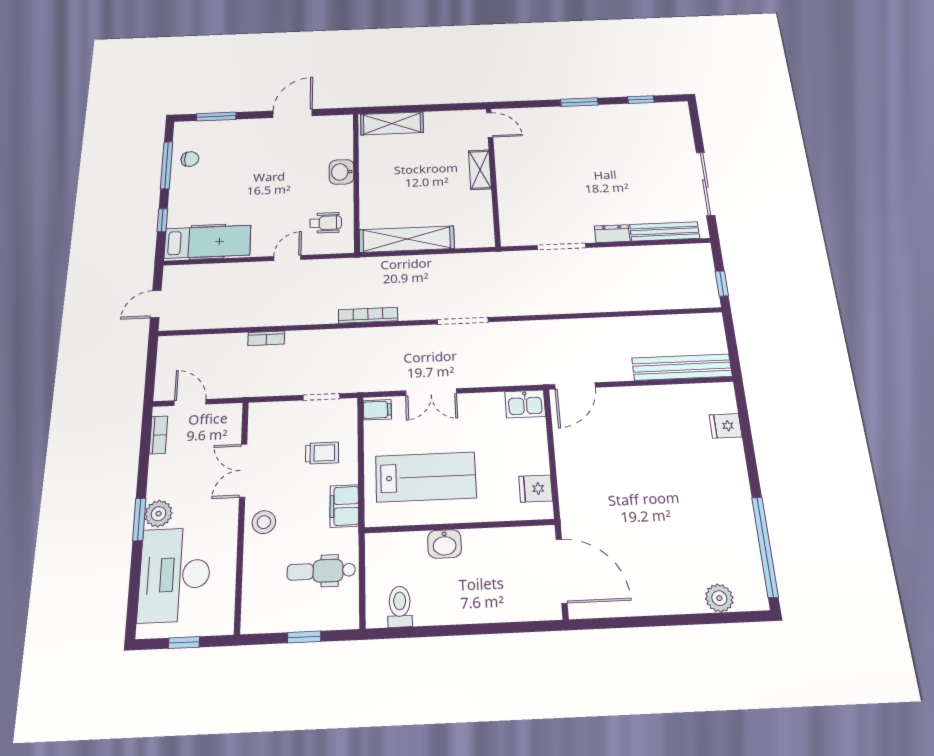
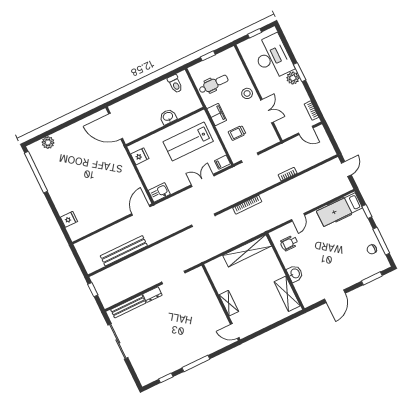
window: (579, 102) -> (196, 363), width x1.44
shelving: (392, 123) -> (287, 294), moved, turned 90
bench: (682, 367) -> (124, 251), moved

